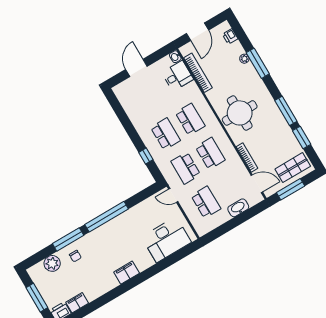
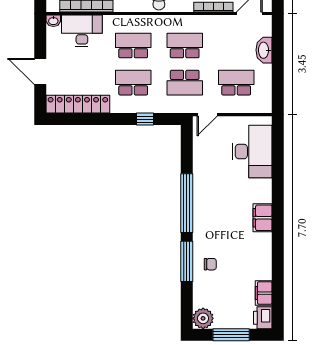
desk: (178, 76) -> (82, 31), width x1.37
locker: (130, 106) -> (78, 104), added
plant: (52, 263) -> (203, 318), moved

